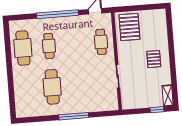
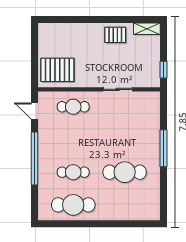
pallet: (154, 59) -> (115, 35), moved
window: (157, 110) -> (163, 70), moved

